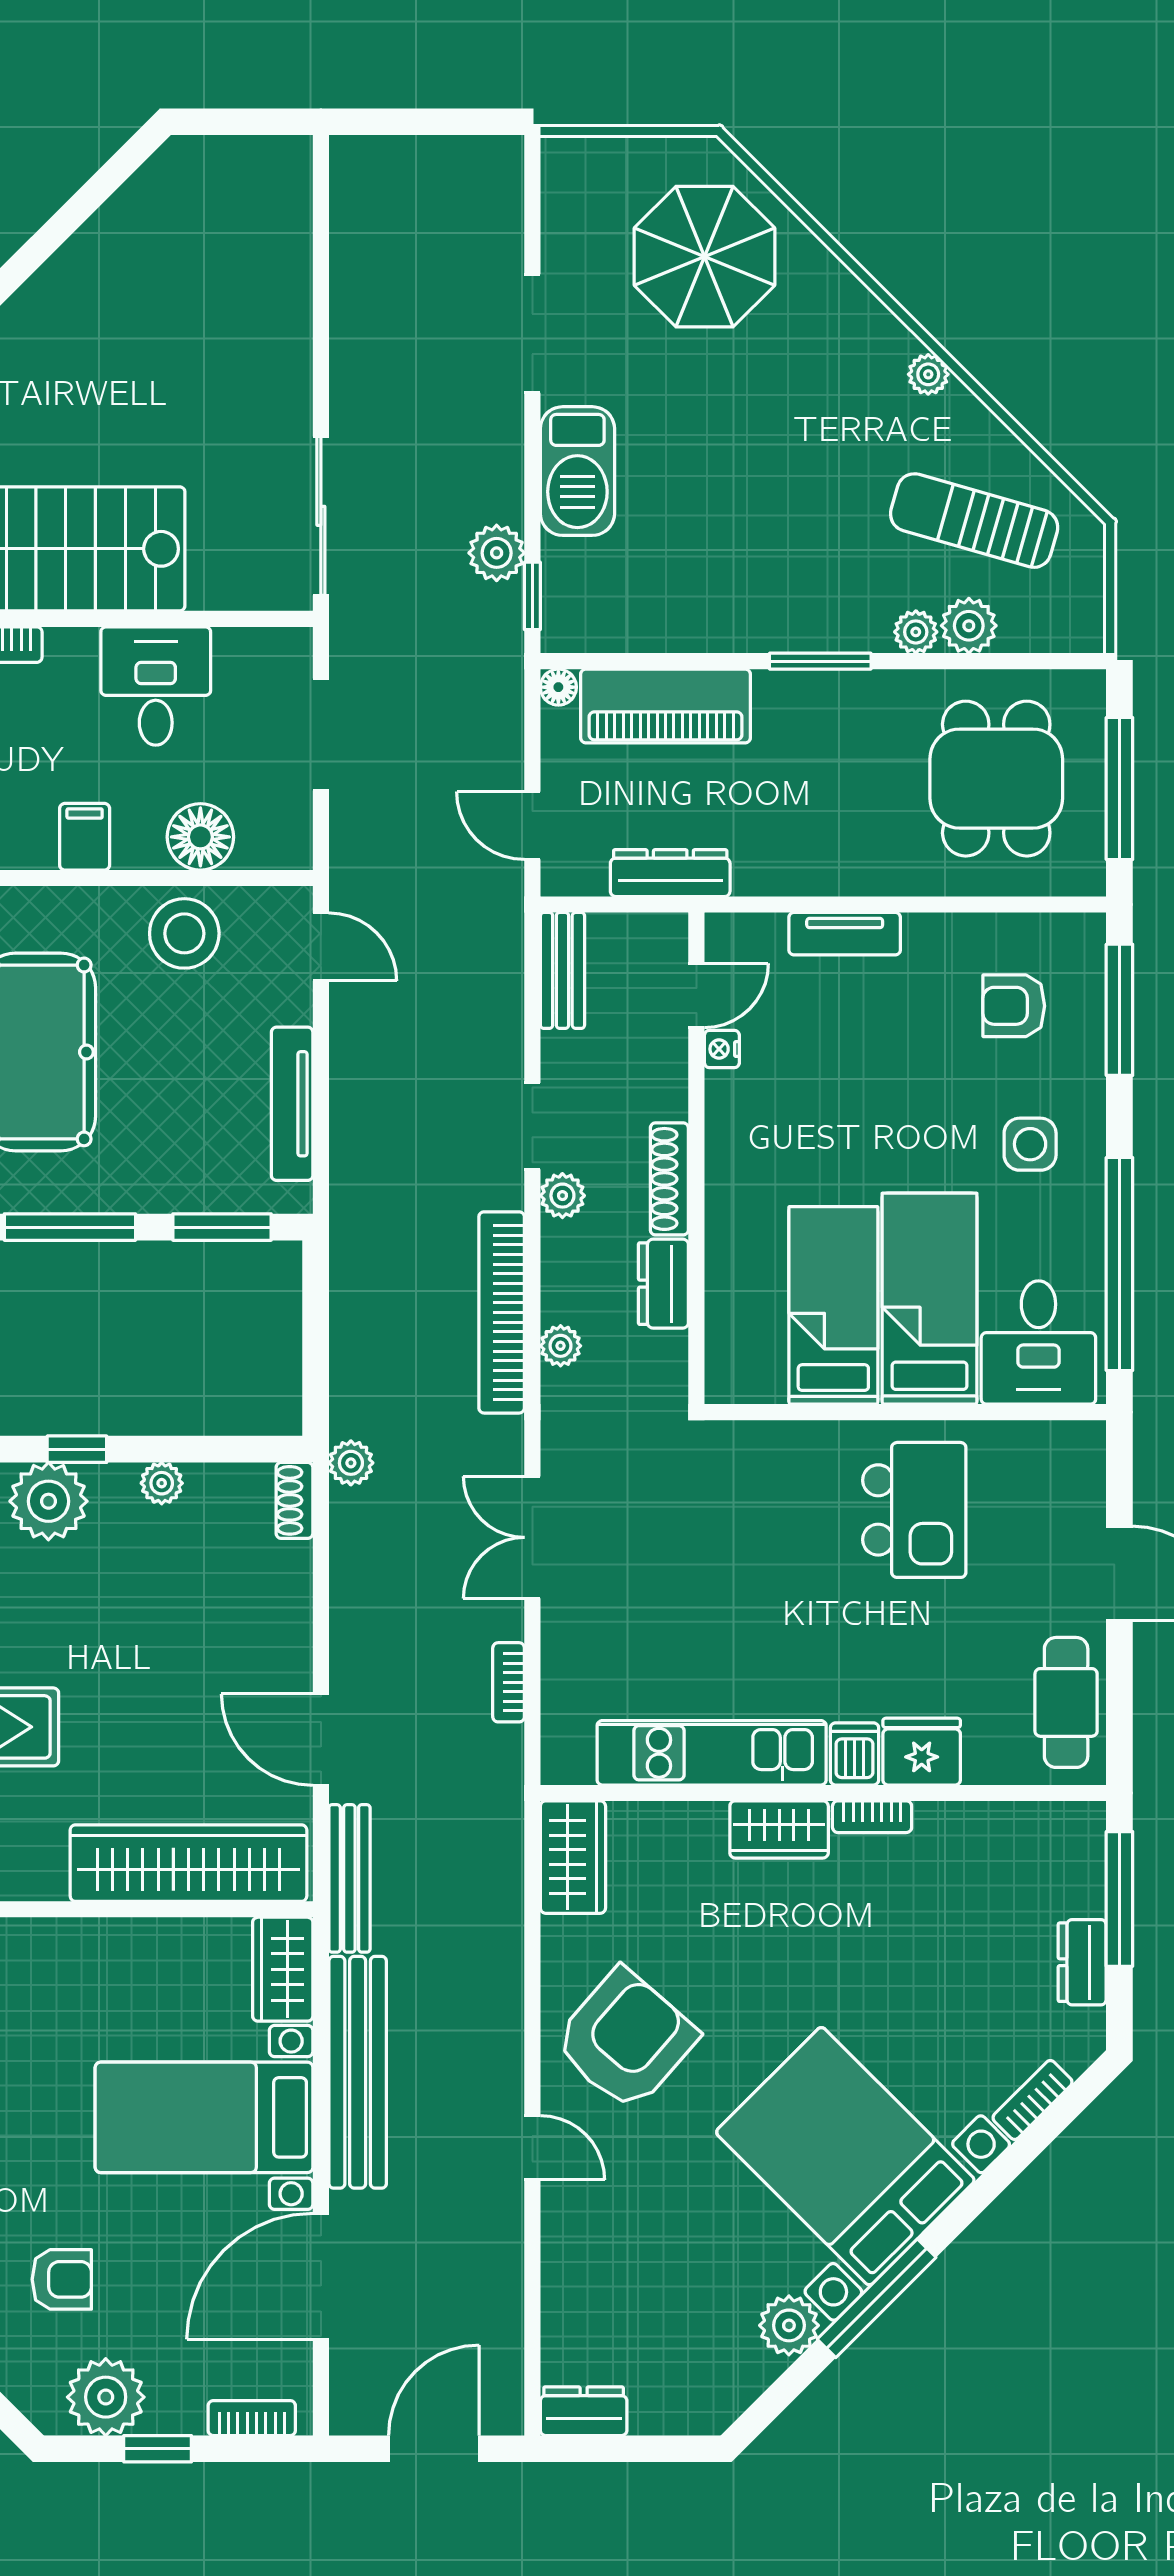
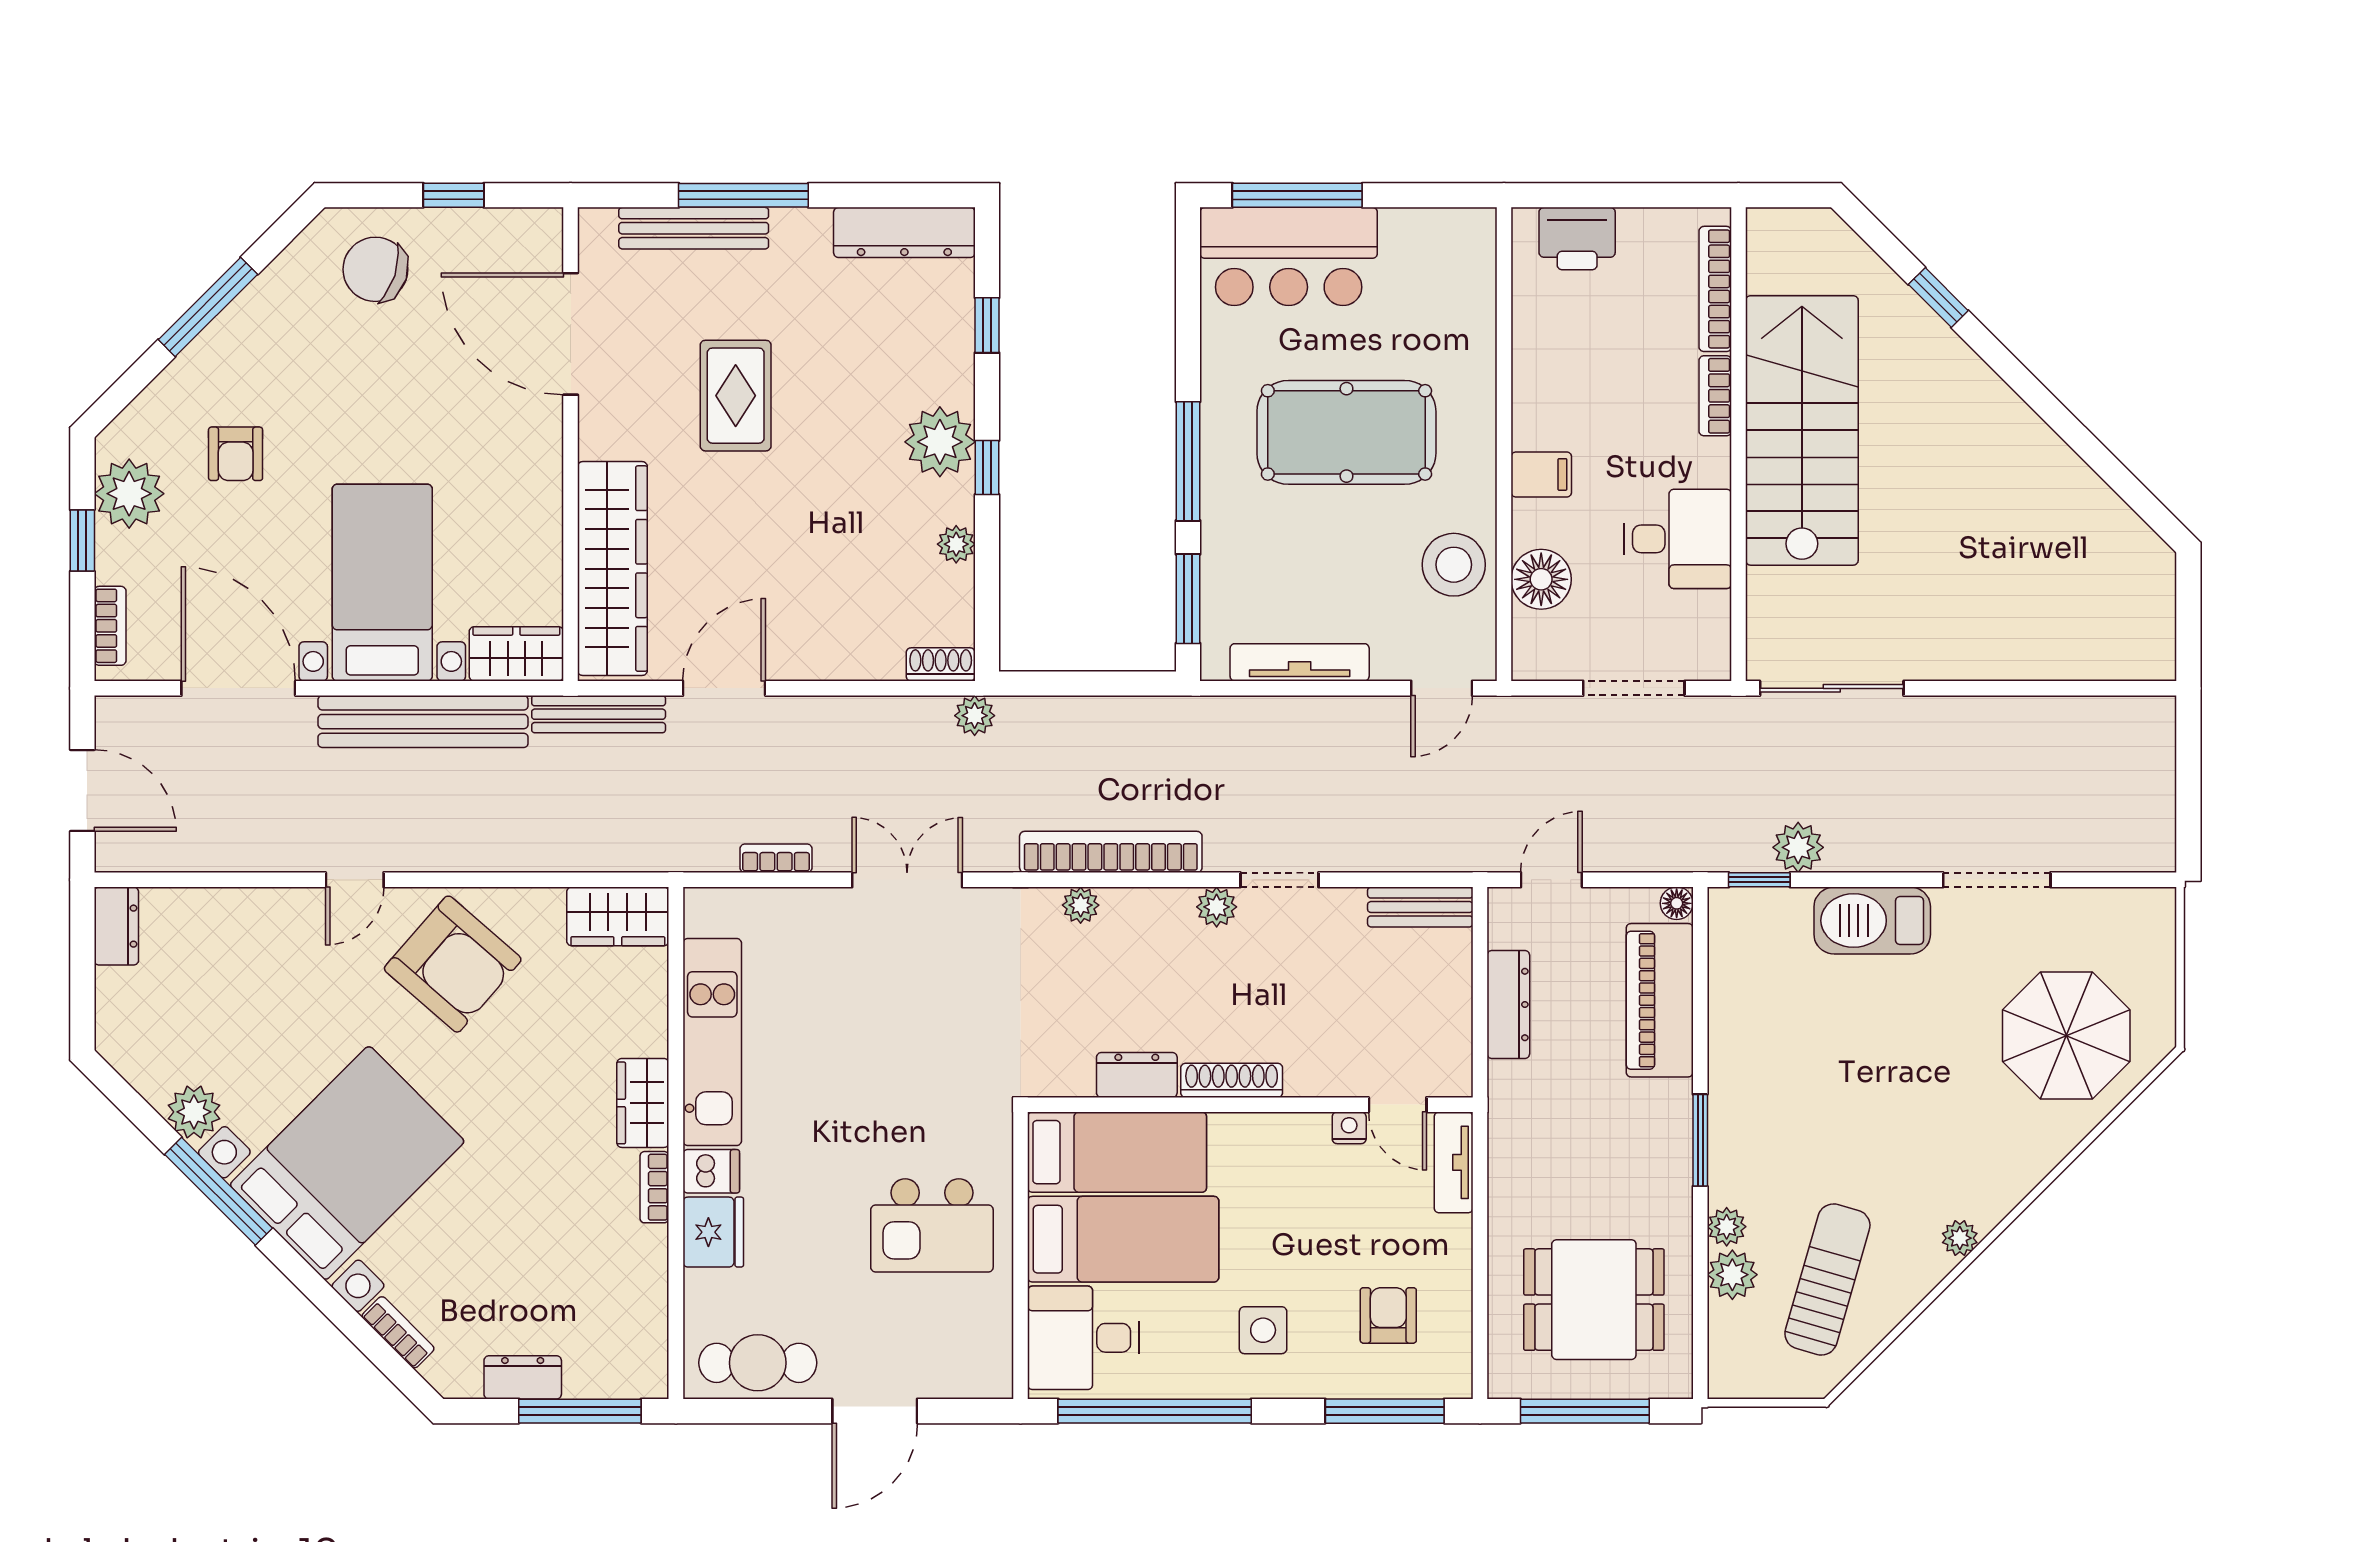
door: (696, 996) -> (1398, 1105), moved
nightstand: (722, 1049) -> (1349, 1128), moved
wall: (696, 1158) -> (1250, 1105), moved
shoe rack: (669, 1179) -> (1232, 1080), moved
dresser: (663, 1284) -> (1137, 1075), moved

